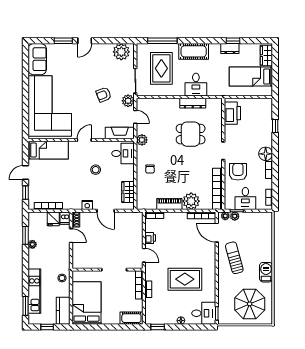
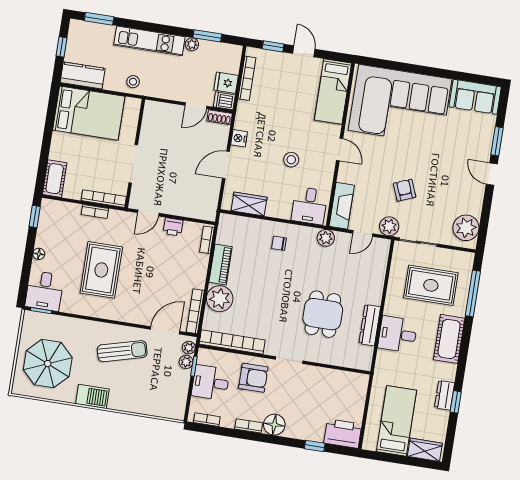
printer: (232, 113) -> (343, 434), moved, turned 180
kitchen unit: (34, 291) -> (149, 41), moved

